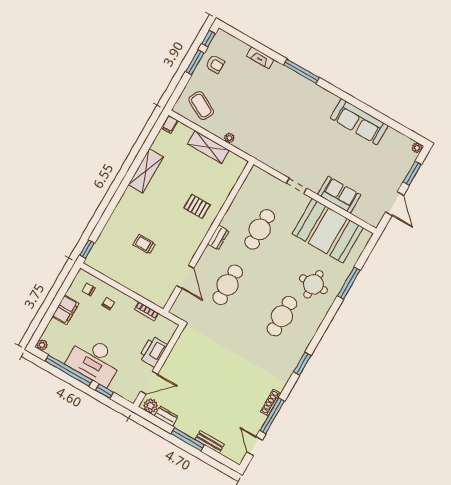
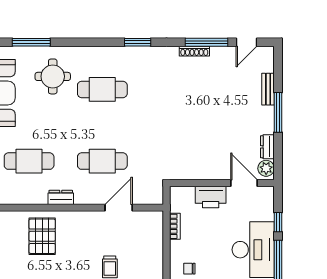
pallet: (197, 206) -> (42, 236), width x1.50, depth x1.42

